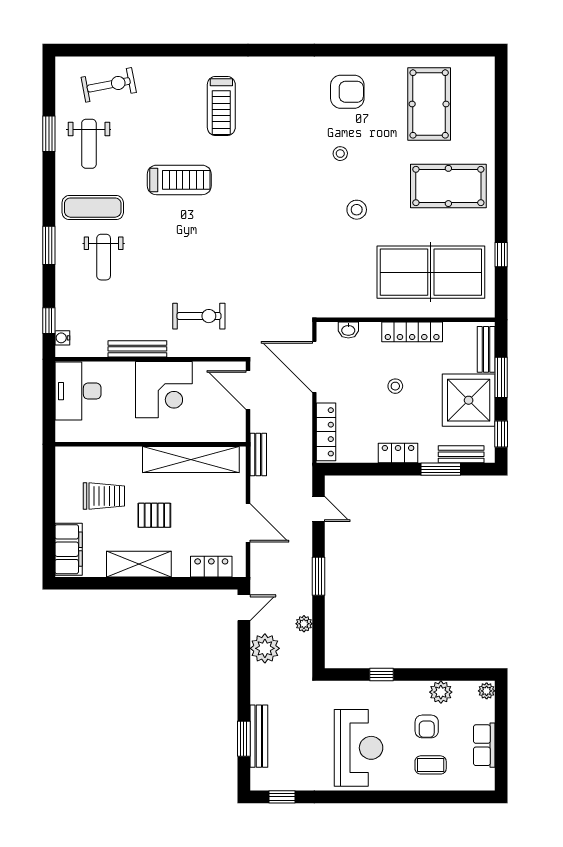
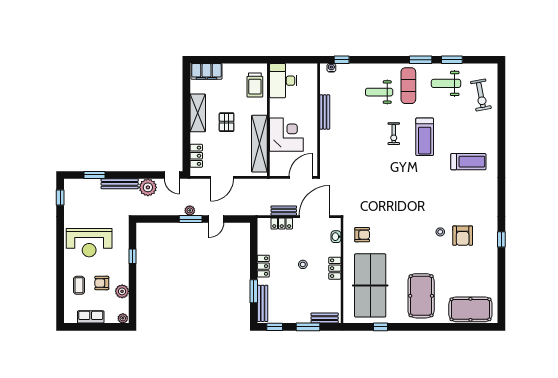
window: (353, 50) -> (501, 239), added
armchair: (347, 92) -> (463, 236), moved
pool table: (429, 104) -> (470, 309), moved
treadmill: (221, 106) -> (468, 162), turned 180
stool: (357, 210) -> (407, 242), removed
window: (49, 245) -> (421, 60), moved
armchair: (345, 286) -> (362, 235), added
exercise bike: (199, 316) -> (394, 134), moved, width x0.73, depth x0.72
locker: (412, 332) -> (335, 268), width x0.66
corner desk: (164, 390) -> (286, 135), moved, turned 180
desk: (78, 391) -> (283, 81), moved, turned -90
shower: (469, 400) -> (295, 308), removed
locker: (326, 432) -> (282, 223), width x0.66
bench: (461, 454) -> (263, 303), width x1.36
bench: (258, 455) -> (284, 211), moved
trolley: (104, 496) -> (255, 85), moved
door: (319, 509) -> (216, 219), moved
plant: (304, 624) -> (190, 210), moved
bench: (259, 736) -> (120, 184), moved

